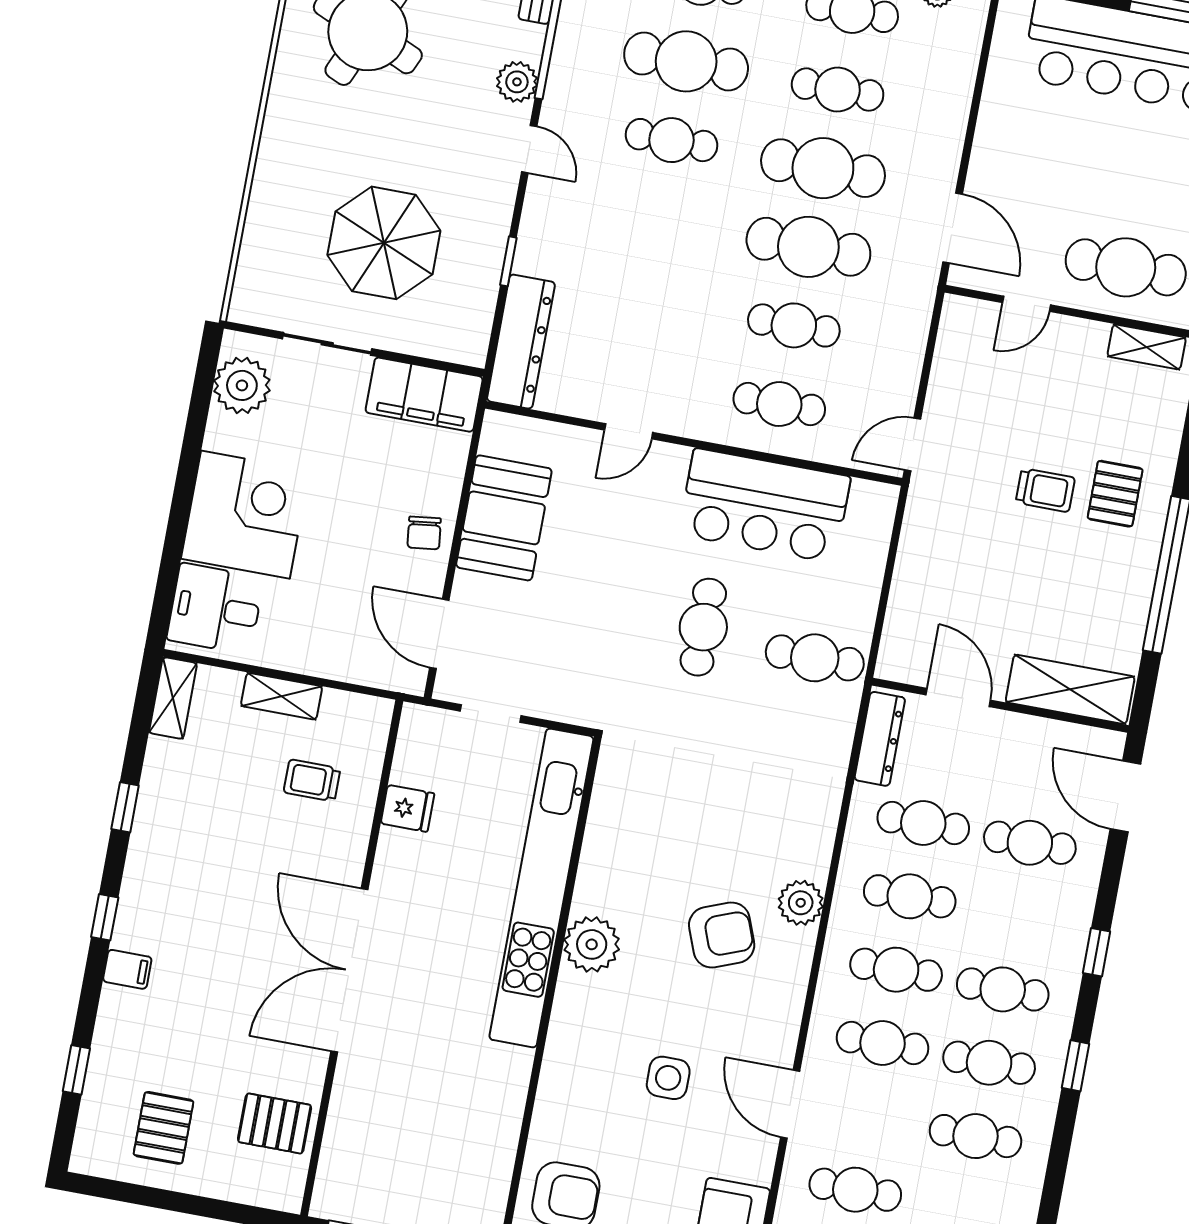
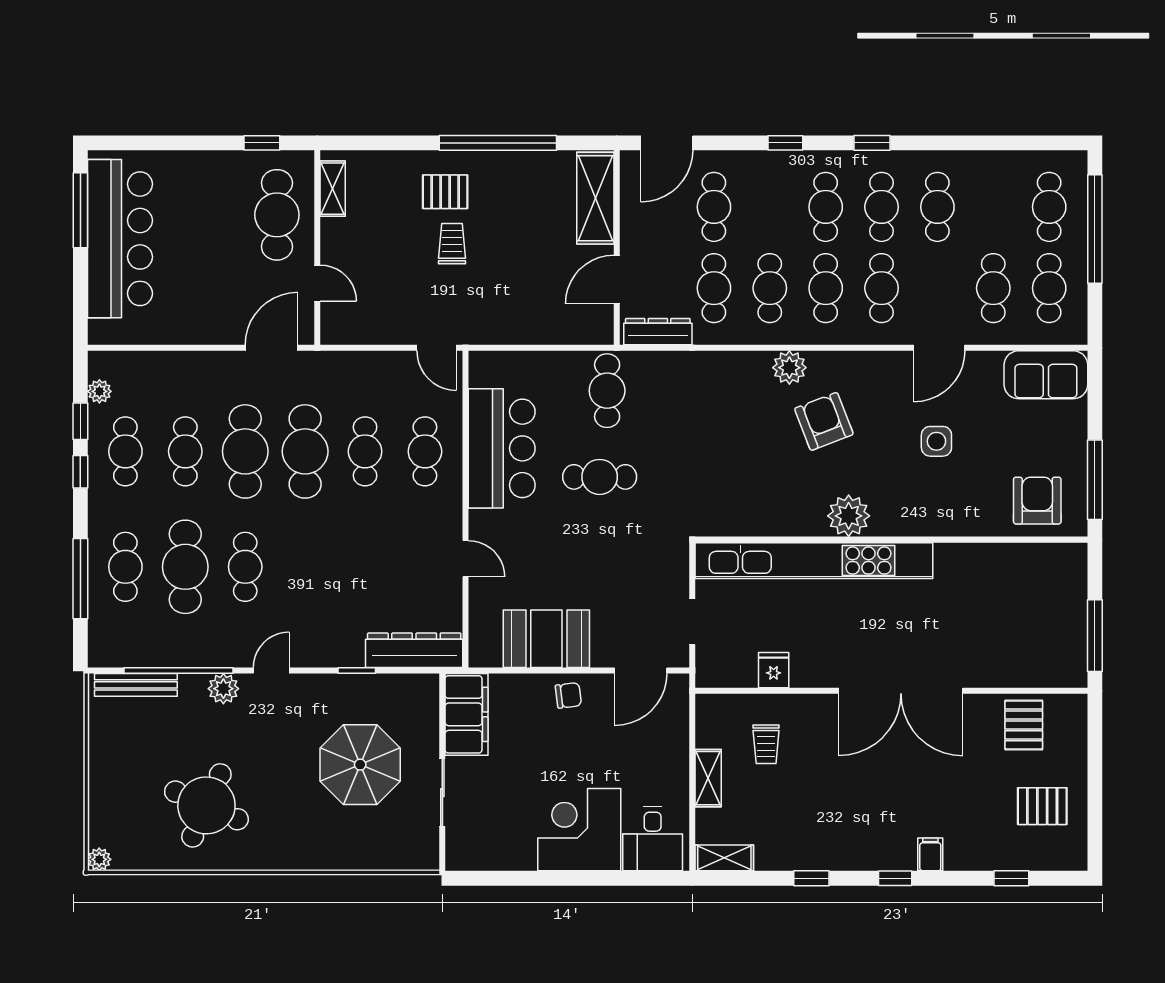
plant: (242, 385) -> (485, 850), removed

